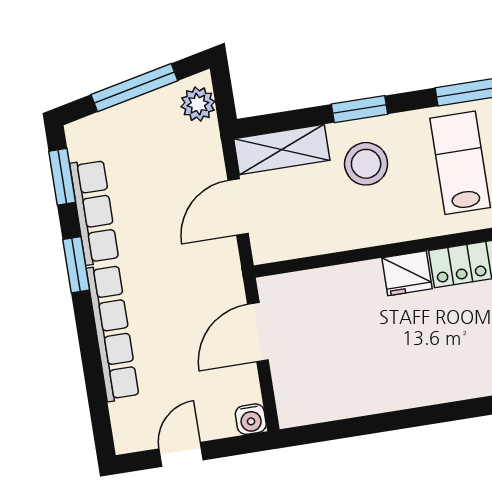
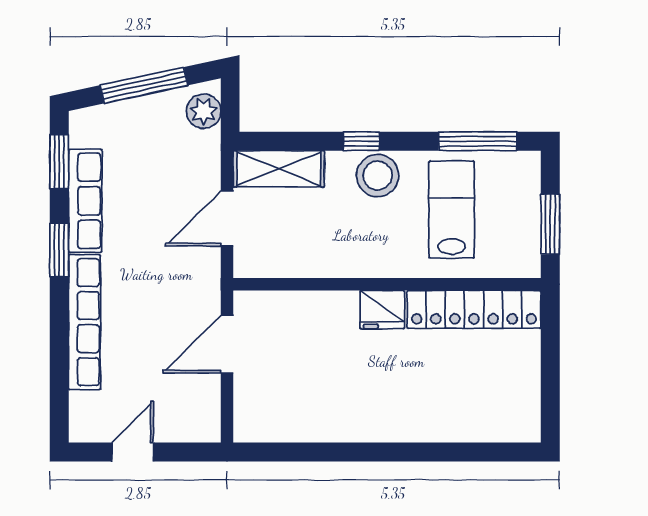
window: (360, 109) -> (361, 141), width x0.67
stool: (366, 164) -> (378, 175), moved
water cooler: (251, 419) -> (206, 428), removed

